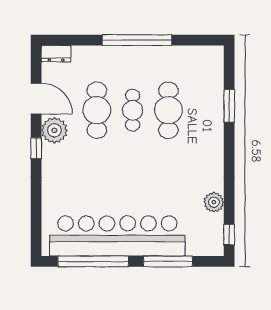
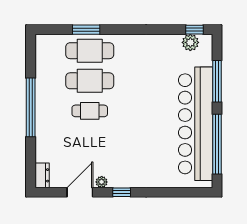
cafe table: (97, 110) -> (90, 51), moved
plant: (54, 130) -> (102, 182), width x0.53, depth x0.53
plant: (214, 202) -> (190, 42), moved

